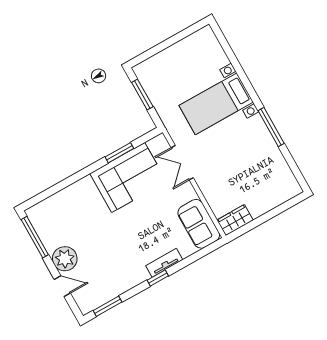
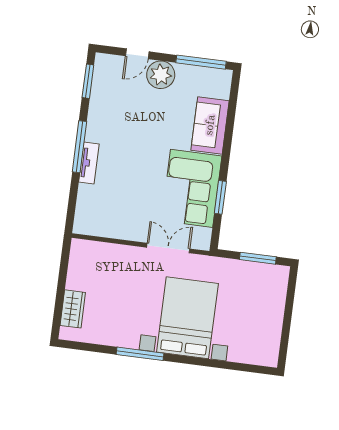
bed with nightstands: (216, 104) -> (187, 318), width x1.36
wardrobe: (235, 220) -> (73, 309), moved
sofa: (199, 224) -> (210, 125), moved, turned -90
window: (158, 278) -> (79, 147), width x2.17

